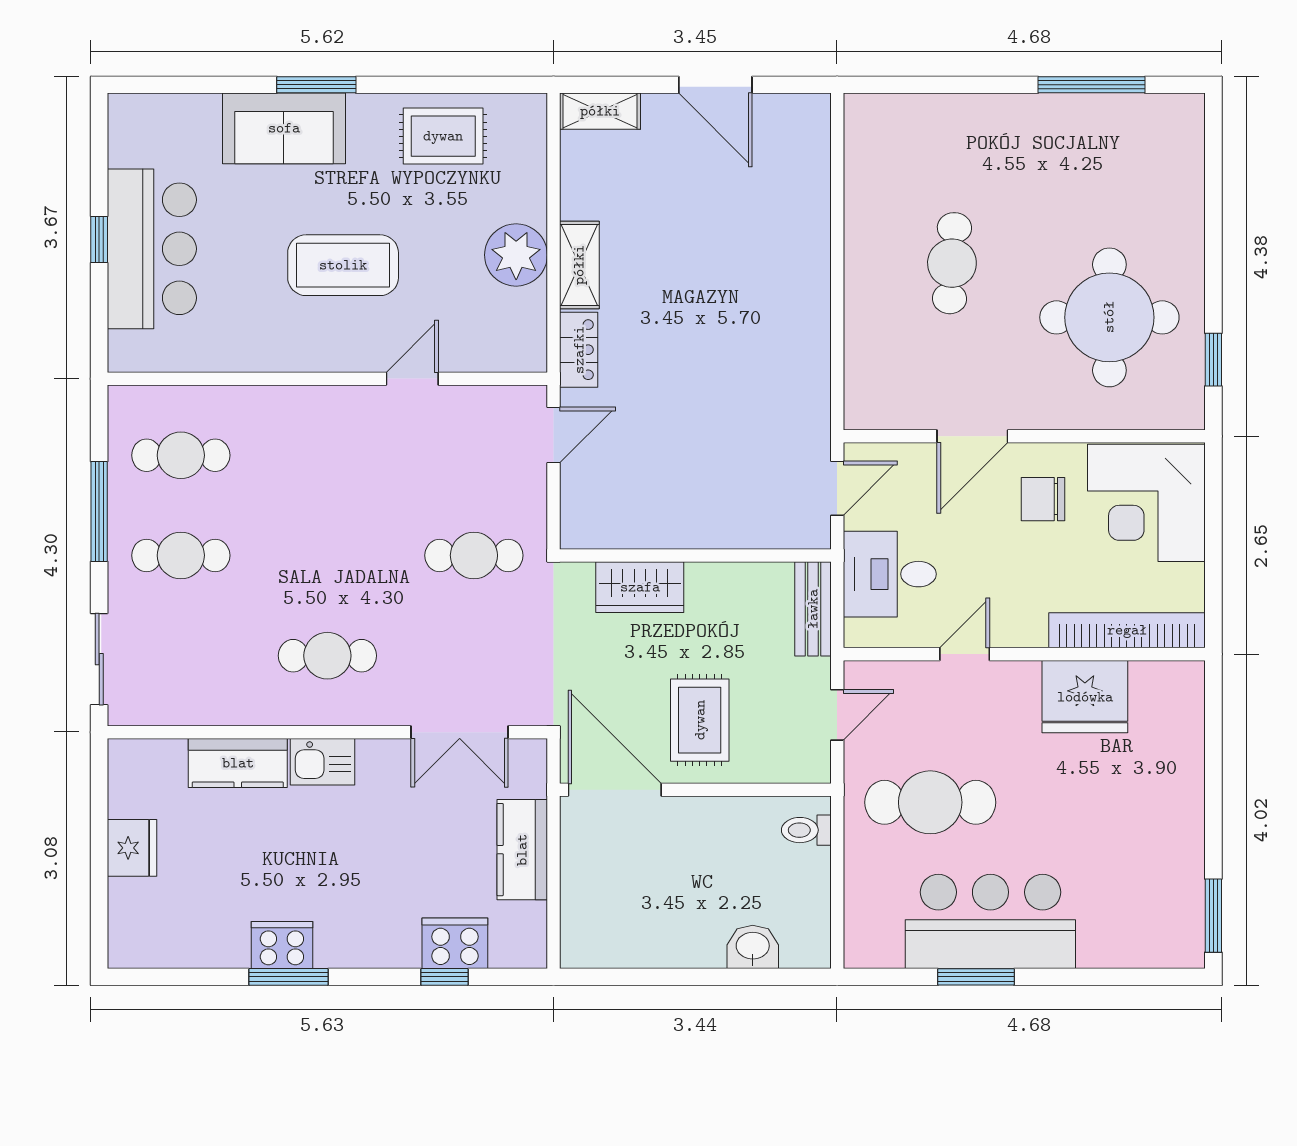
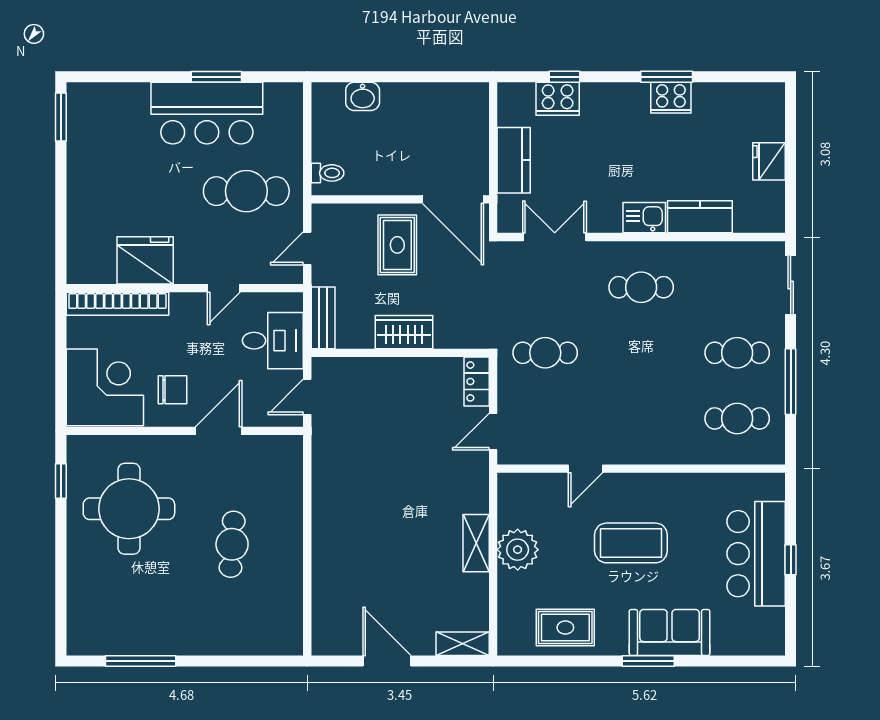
locker: (579, 350) -> (477, 381), moved
wardrobe: (640, 587) -> (404, 332), moved

